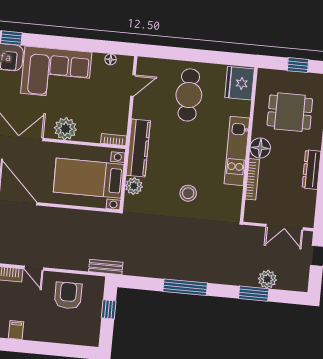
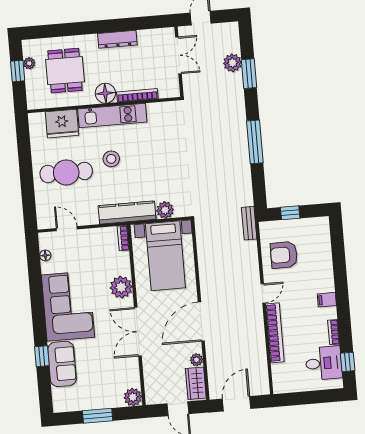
plant: (304, 78) -> (29, 63), added
fridge: (240, 83) -> (62, 124), moved
stool: (188, 193) -> (111, 159), moved

